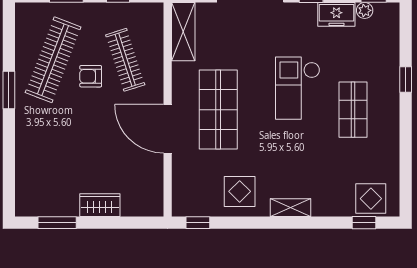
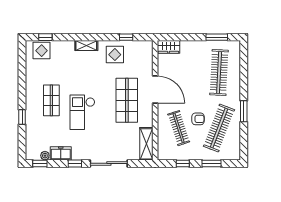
checkout: (298, 88) -> (82, 112), turned 180
clothes rail: (53, 159) -> (219, 72), added
wardrobe: (100, 205) -> (168, 47), moved
window: (198, 223) -> (126, 37), moved

